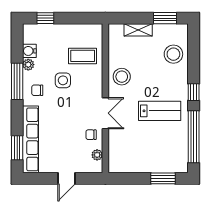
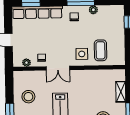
water cooler: (29, 51) -> (104, 10), removed
stool: (122, 77) -> (28, 97), moved
side table: (63, 80) -> (82, 54), moved

